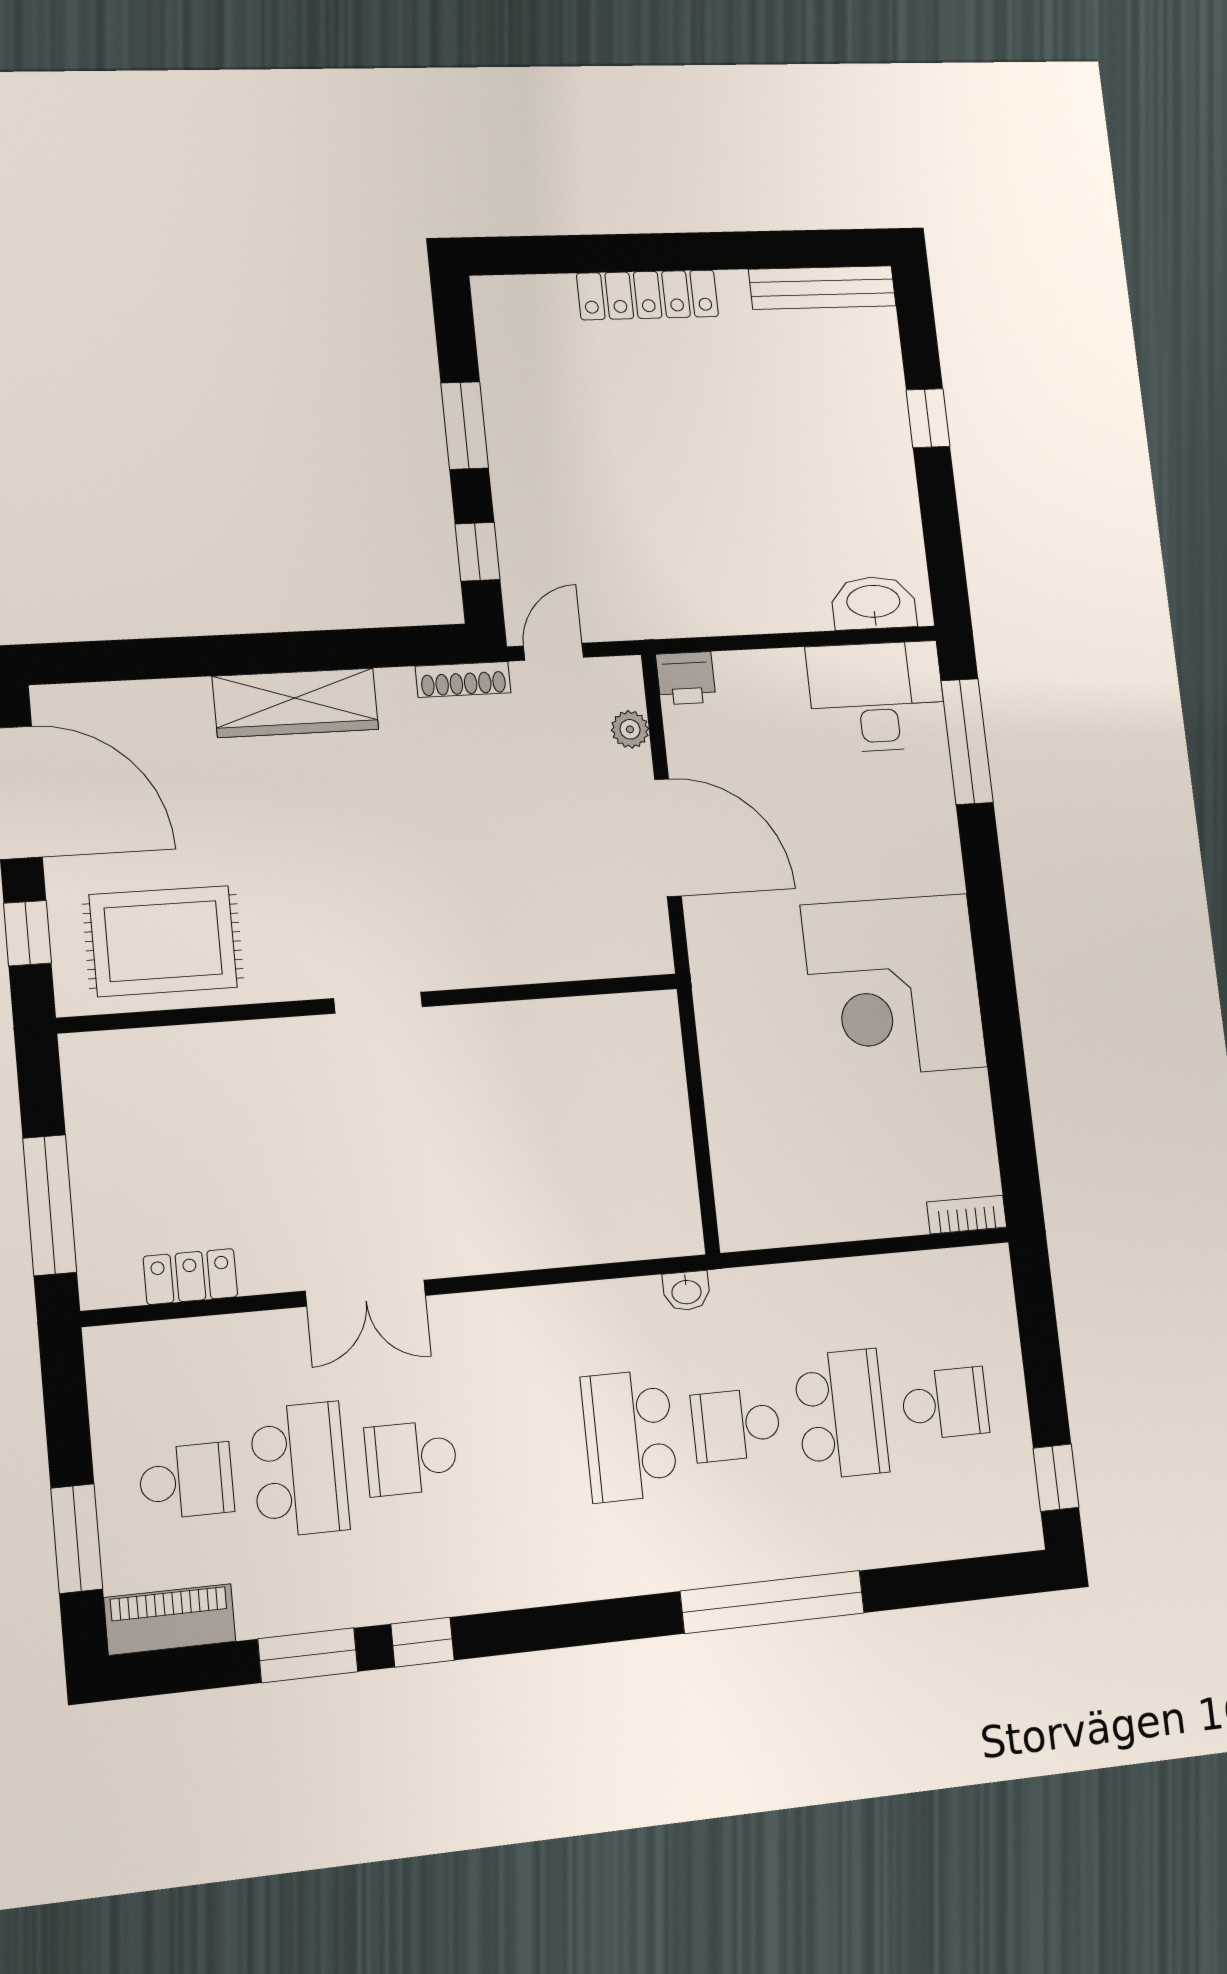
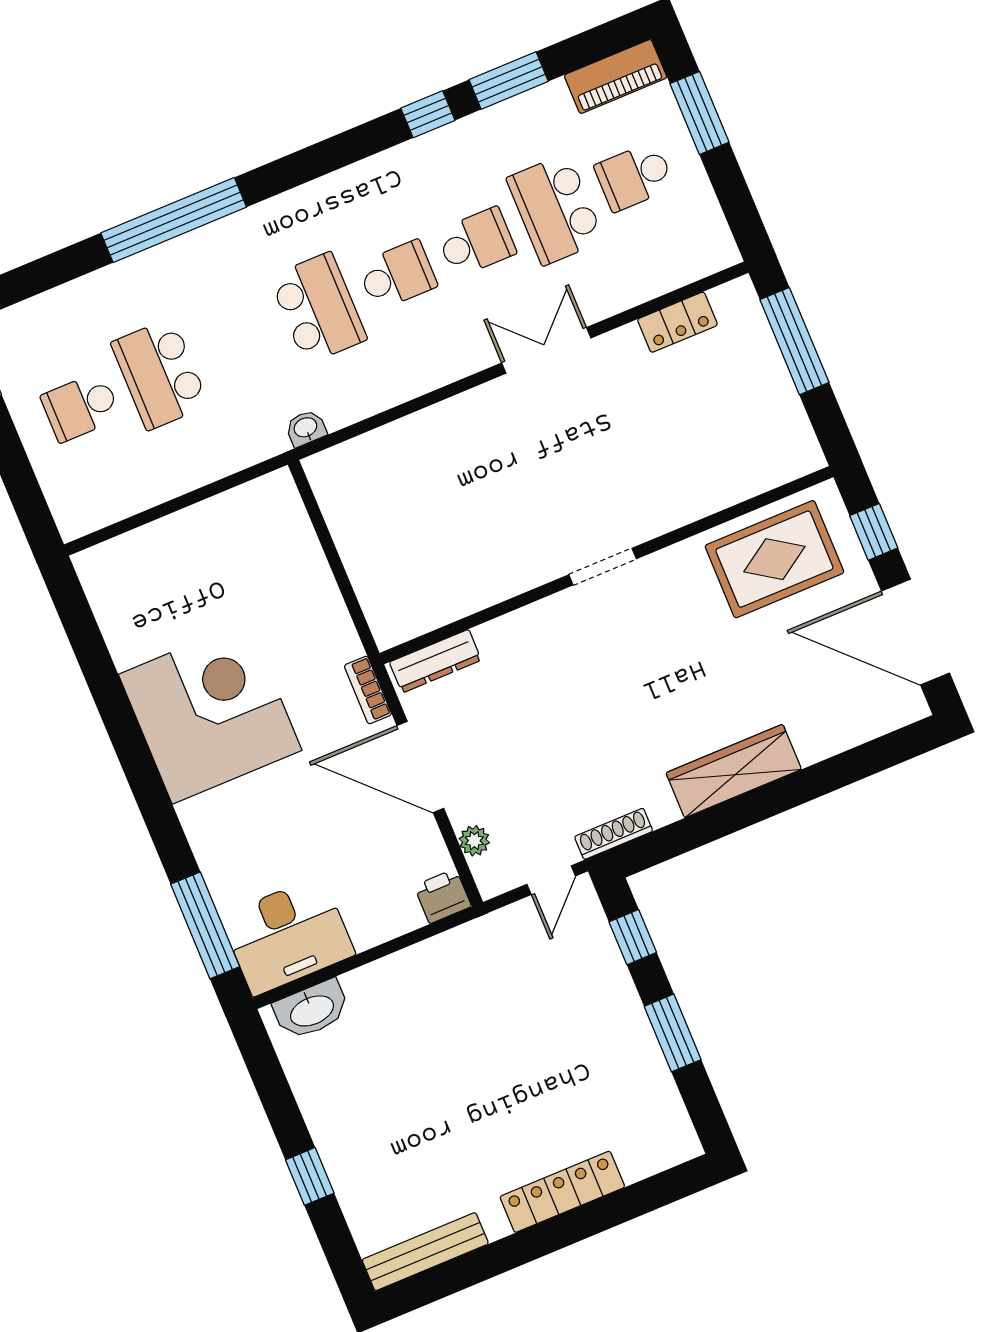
dresser: (613, 957) -> (435, 661), added
bookcase: (967, 1215) -> (368, 690), moved, turned 90
school desk: (736, 1425) -> (397, 275), moved

